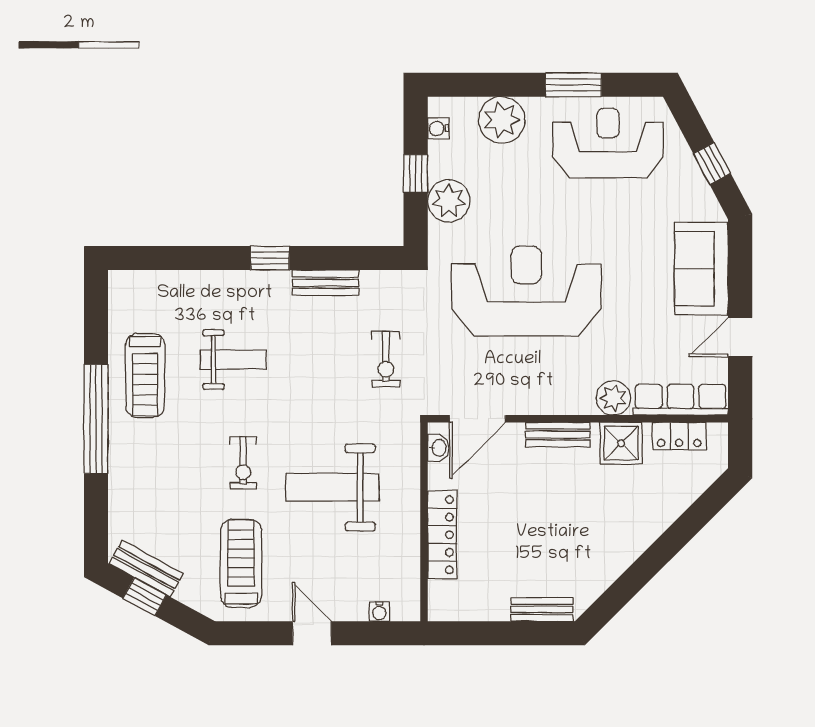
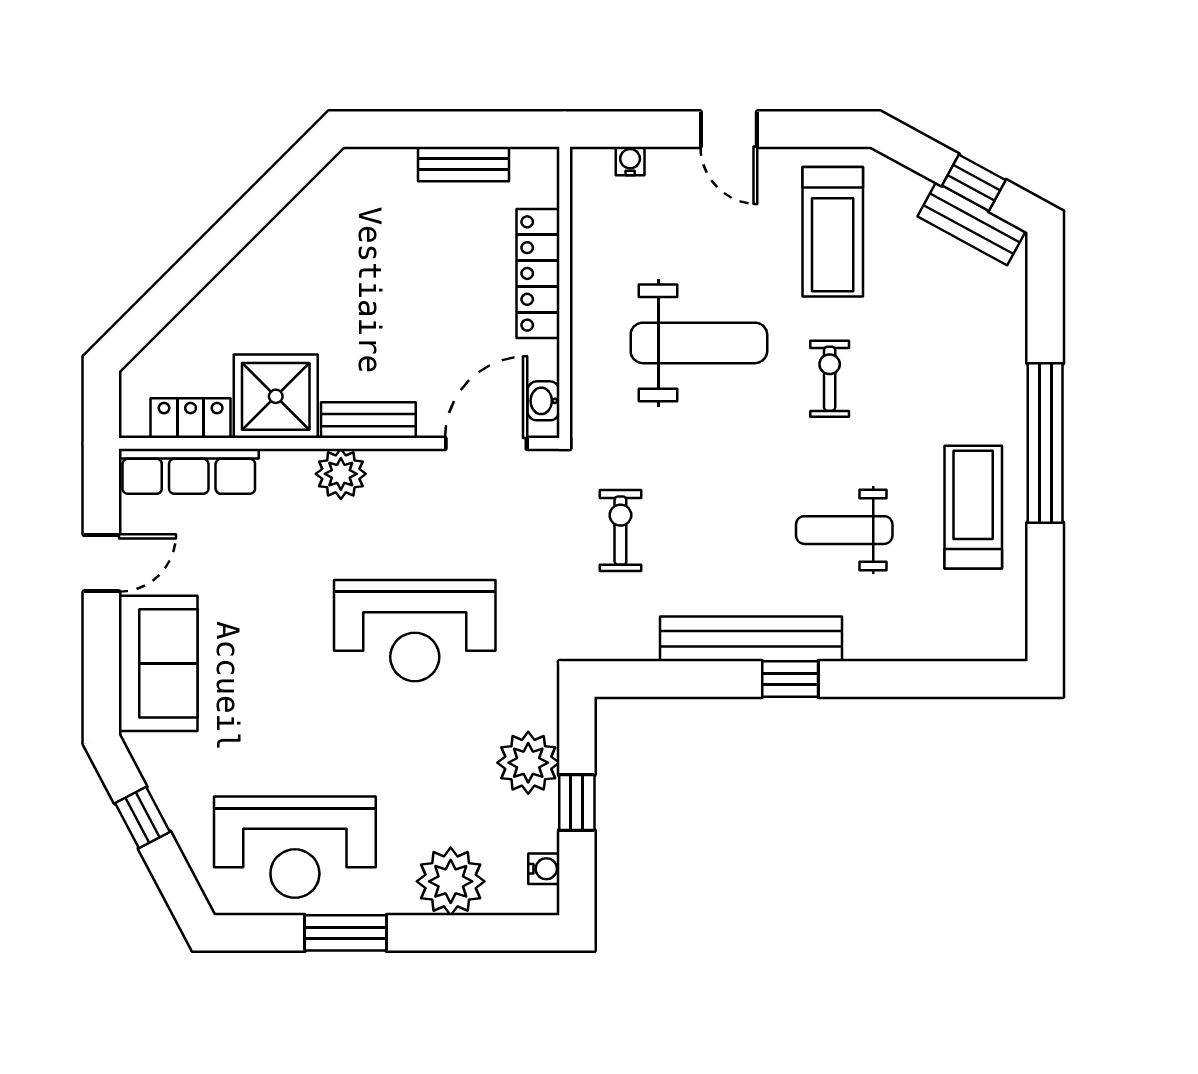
bench: (325, 283) -> (751, 639), width x1.86, depth x1.21
reception desk: (526, 291) -> (415, 631), width x0.74, depth x0.77
plant: (613, 398) -> (341, 474), moved
shower: (621, 443) -> (276, 396), width x1.36, depth x1.36
bench: (542, 609) -> (463, 164), moved

